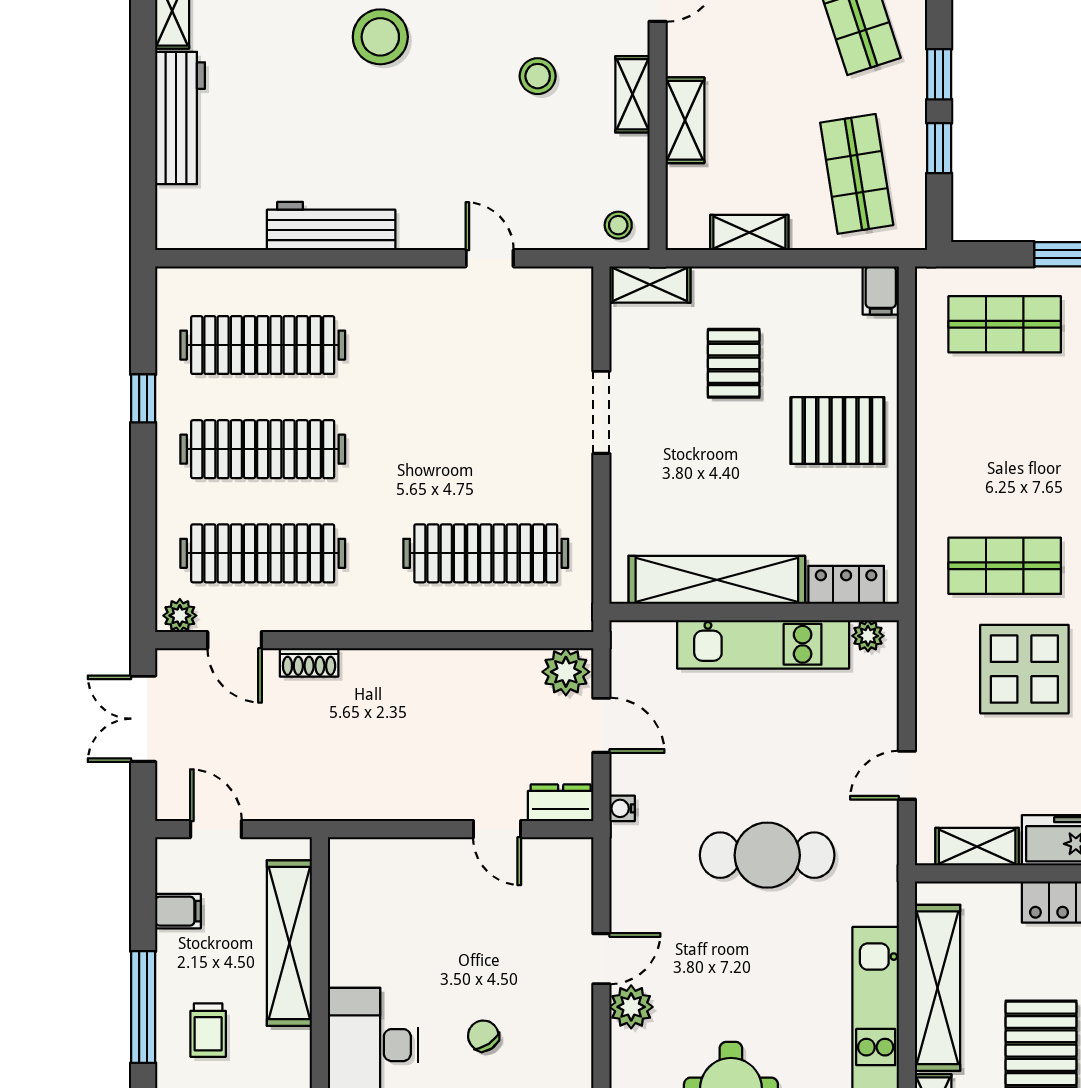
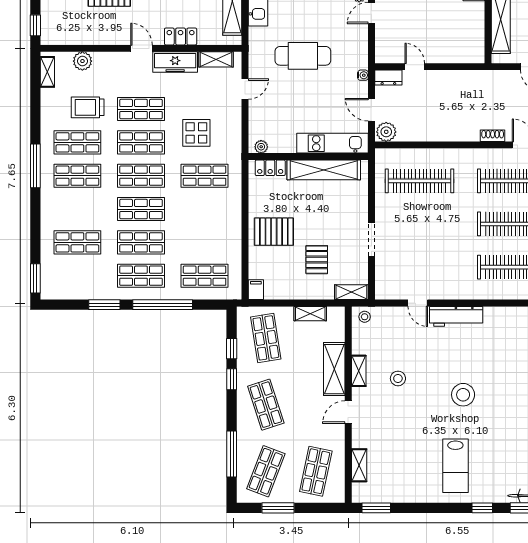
shelving: (685, 120) -> (334, 369), width x1.50, depth x1.33
workbench: (331, 226) -> (456, 316), moved
kitchen unit: (763, 644) -> (333, 143), moved
display table: (1024, 669) -> (196, 133), width x0.73, depth x0.73

